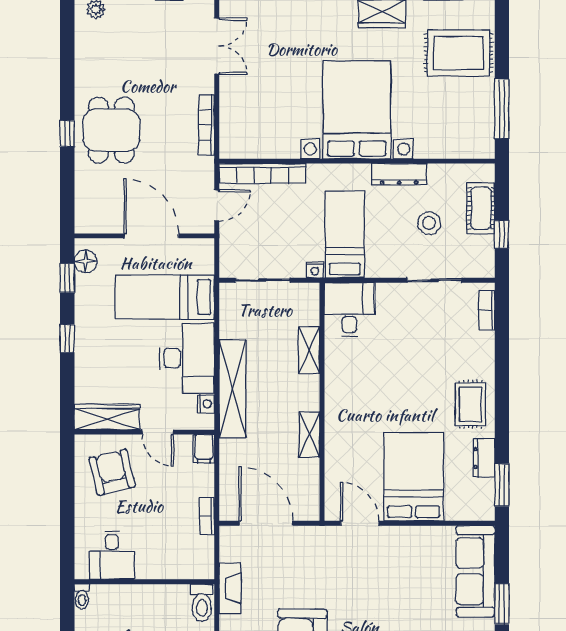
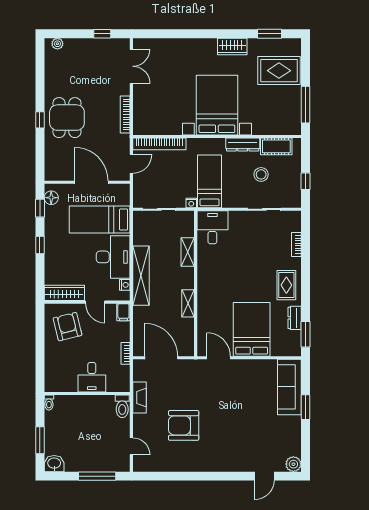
cot: (481, 208) -> (276, 146), moved, turned 90
bookcase: (487, 310) -> (296, 244), moved
desk: (112, 555) -> (92, 377), moved

